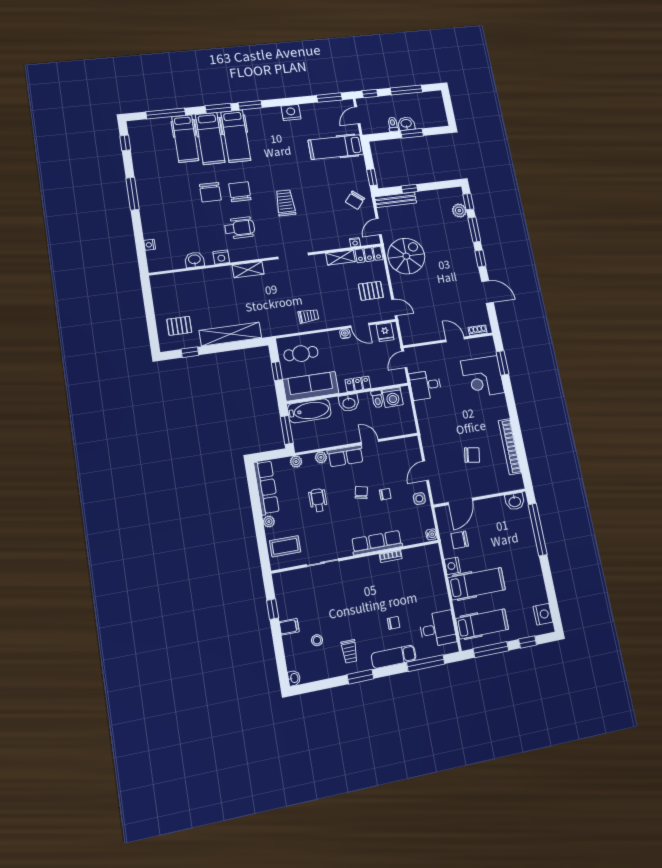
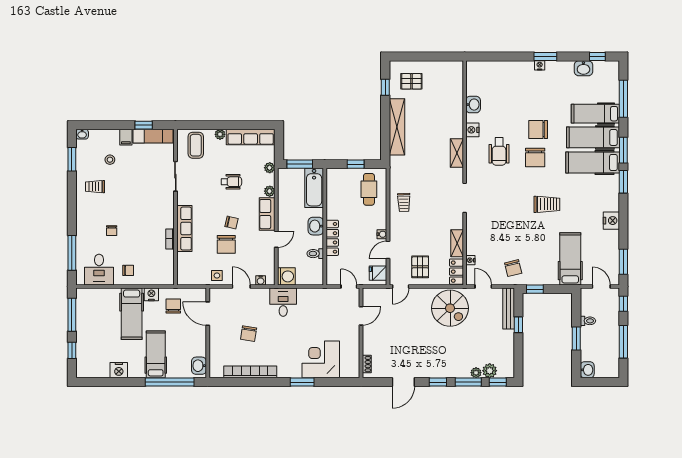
washbasin: (406, 124) -> (587, 370), moved
washbasin: (140, 155) -> (583, 68), added
chair: (240, 192) -> (535, 158), turned 90
window: (133, 194) -> (545, 57), width x0.69
chair: (355, 200) -> (513, 268), turned -144
trolley: (285, 203) -> (547, 204), moved
plant: (464, 223) -> (476, 373), added
nightstand: (150, 245) -> (540, 65), moved
pallet: (179, 326) -> (411, 81), turned 90
door: (455, 339) -> (361, 316), moved
window: (502, 363) -> (302, 382), moved
locker: (358, 384) -> (332, 238), width x1.53
desk: (425, 385) -> (283, 302), moved
sofa: (311, 386) -> (337, 193), removed
washing machine: (393, 397) -> (286, 276), moved, turned 180
chair: (385, 494) -> (226, 244), width x1.87, depth x1.87
water cooler: (431, 534) -> (261, 280), moved
chair: (432, 596) -> (128, 270), added
nightstand: (543, 614) -> (119, 370), moved
hospital bed: (482, 624) -> (156, 354), moved, turned 180
exam couch: (394, 657) -> (153, 136), moved, turned 90
window: (360, 677) -> (72, 159), moved

